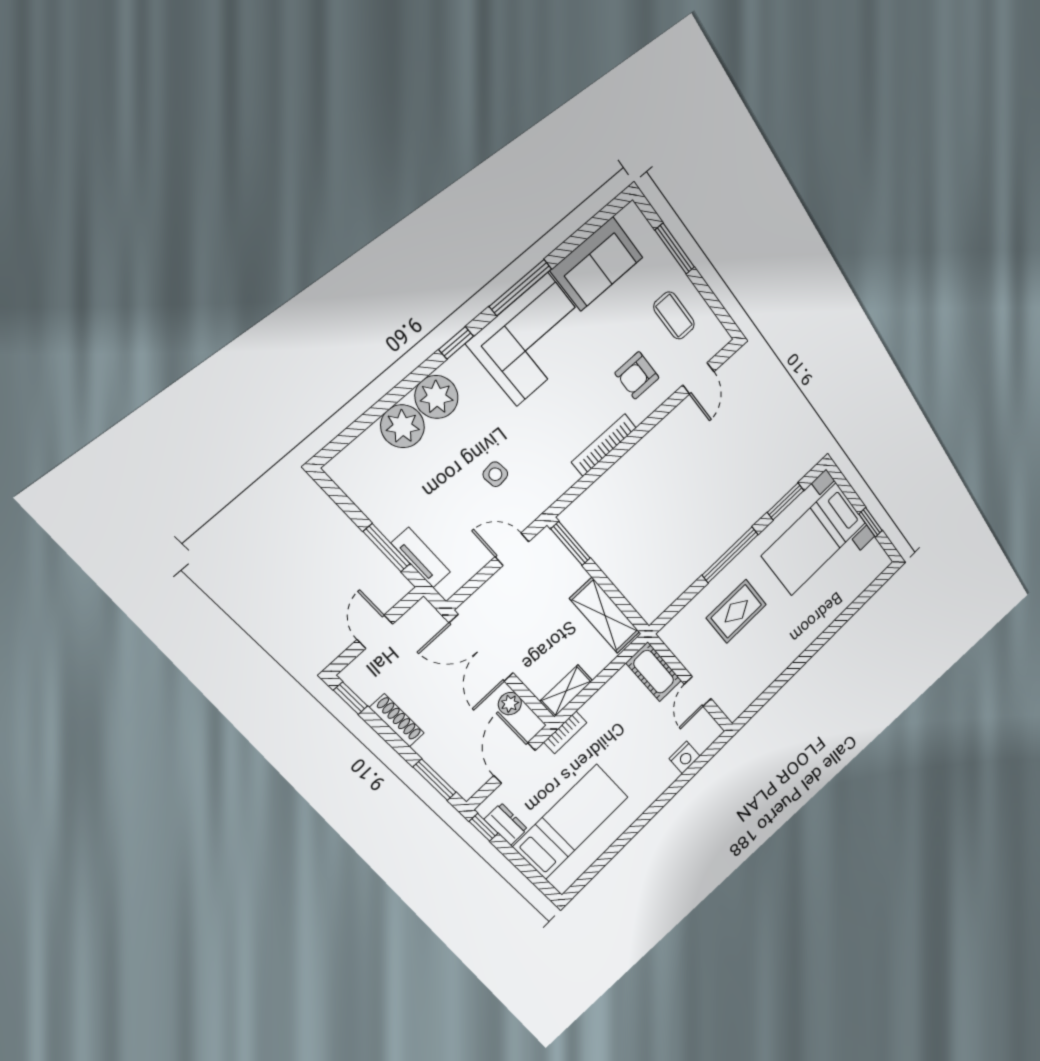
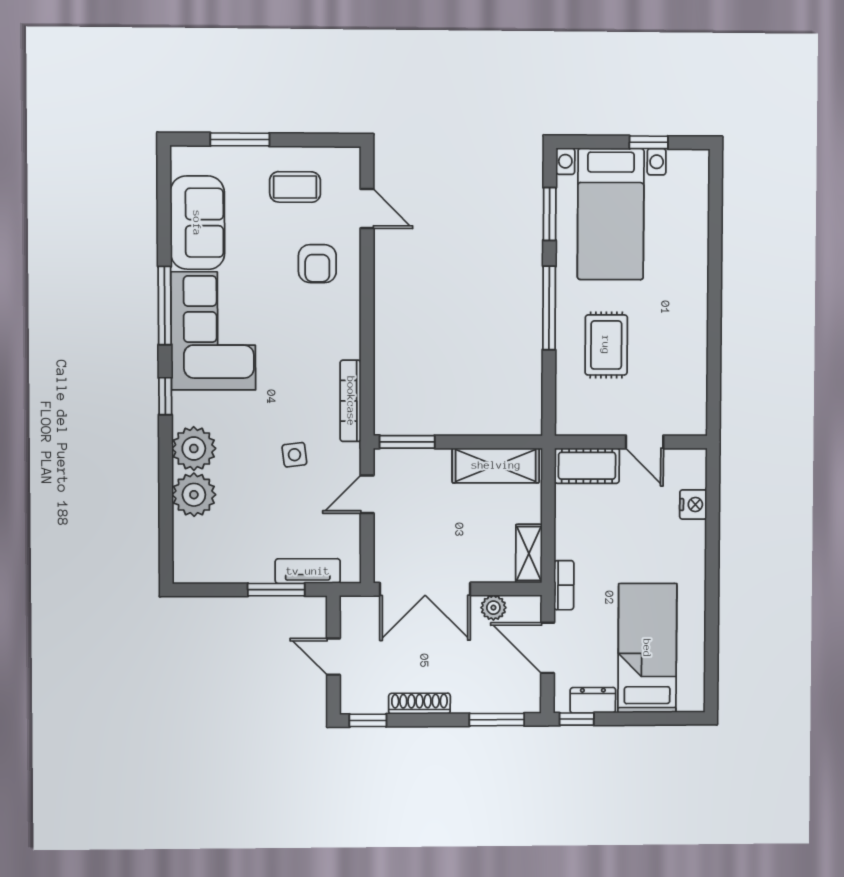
bookcase: (604, 445) -> (351, 401), moved

